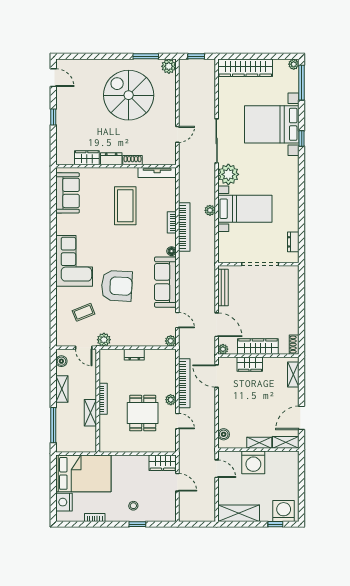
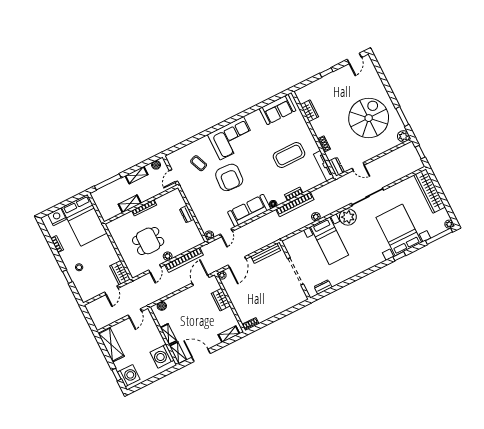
dresser: (111, 159) -> (336, 167), moved
plant: (104, 340) -> (186, 187), removed
wardrobe: (258, 346) -> (236, 299), removed
washing machine: (253, 462) -> (162, 356), moved

